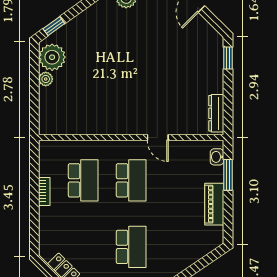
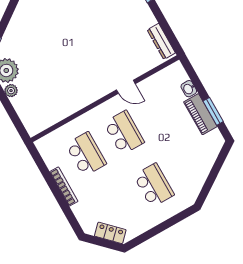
washbasin: (217, 157) -> (189, 89), moved
window: (228, 175) -> (213, 111), moved
bookcase: (44, 191) -> (64, 187), width x1.56

